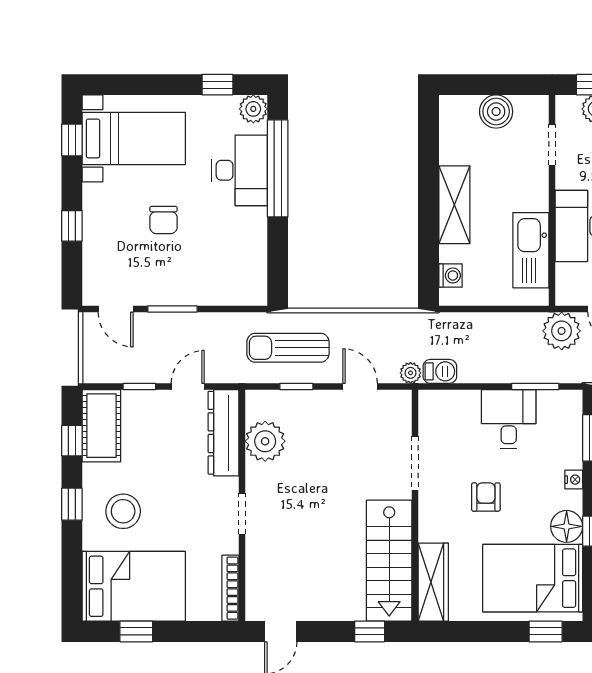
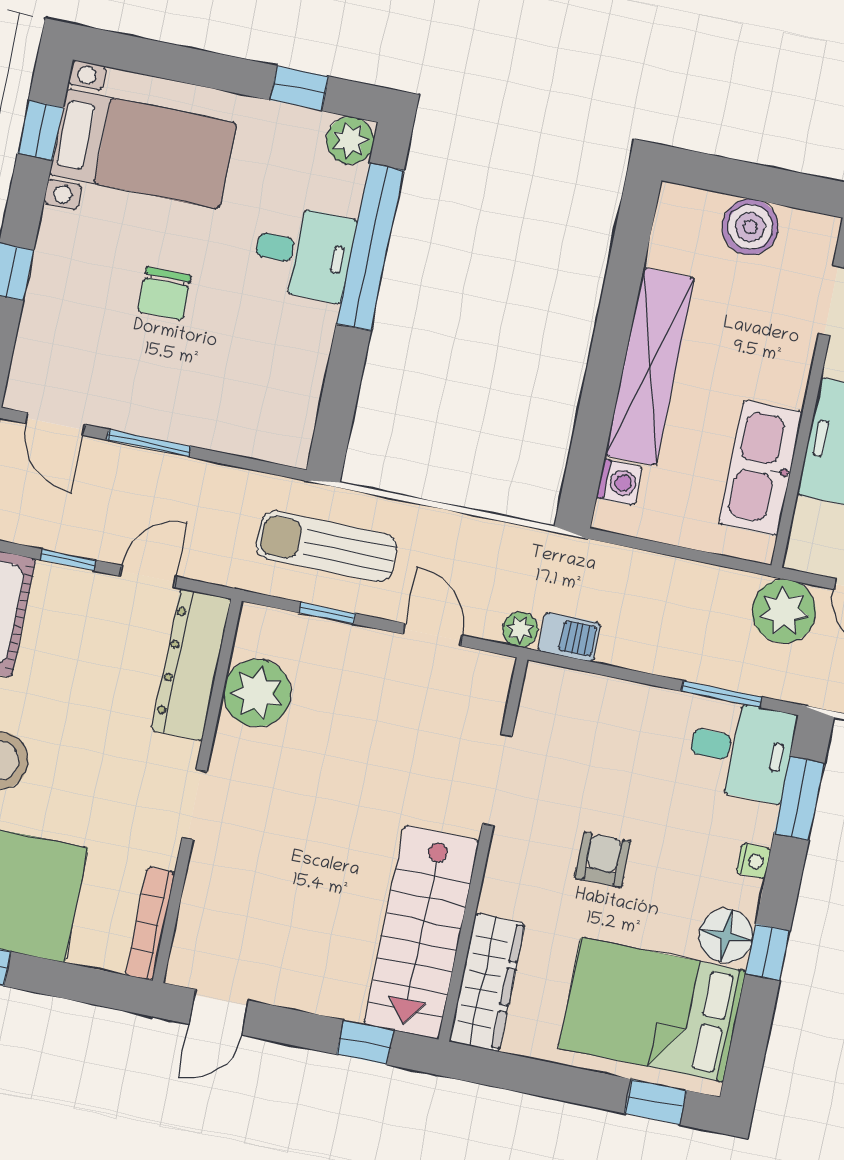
desk: (240, 170) -> (304, 253), width x0.73
shelving: (454, 205) -> (650, 367), width x1.47
desk: (509, 419) -> (741, 750), moved, turned 90

